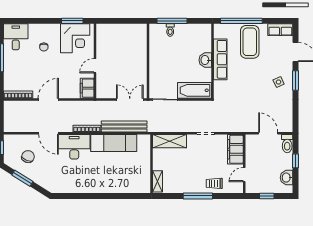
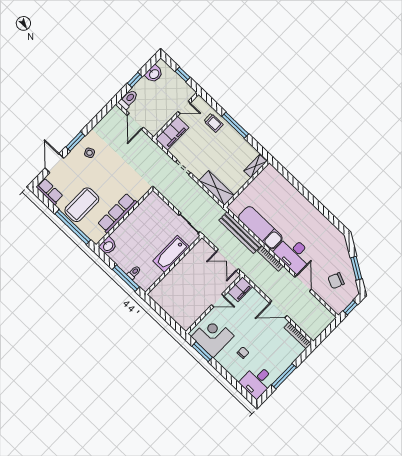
washbasin: (205, 60) -> (108, 246), moved
bathtub: (195, 90) -> (171, 254), moved, turned 90
double door: (130, 99) -> (227, 260), moved

